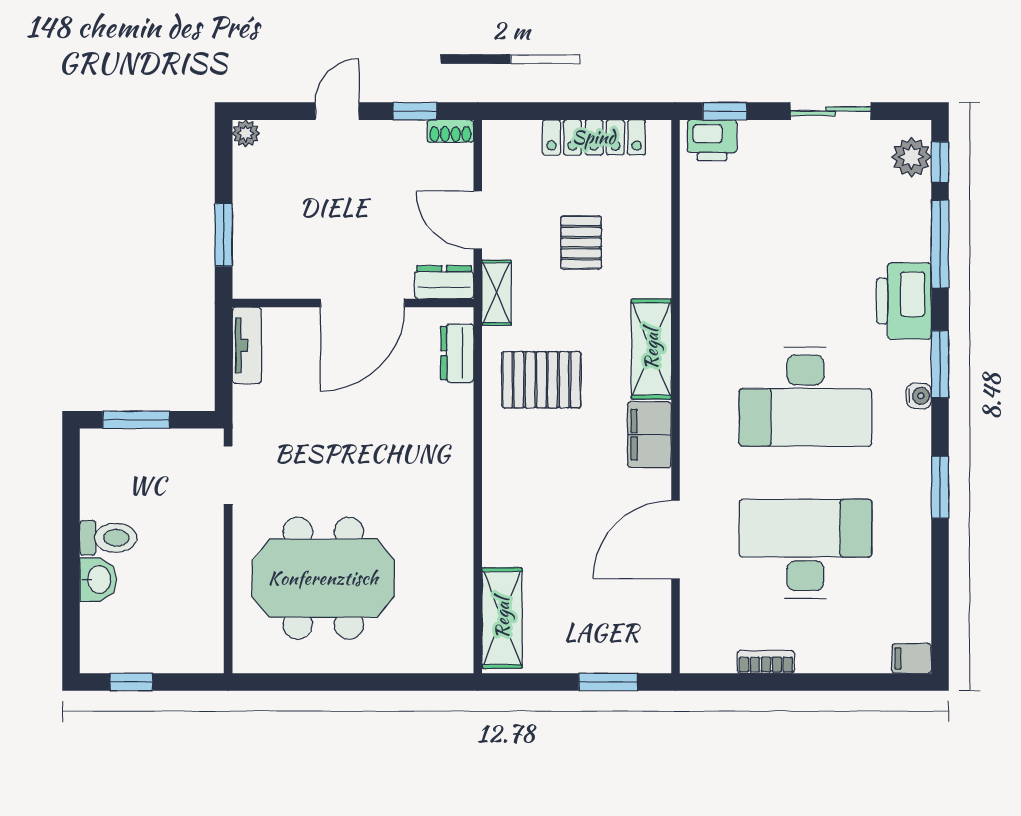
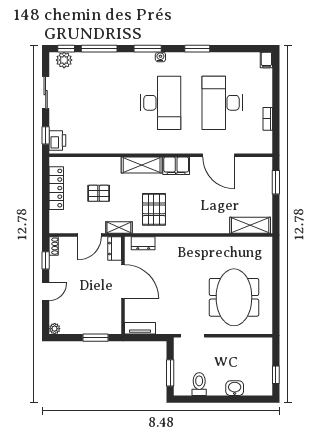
door: (337, 111) -> (46, 292), swing flipped
printer: (904, 301) -> (122, 63), removed
toilet: (108, 538) -> (199, 384), moved

